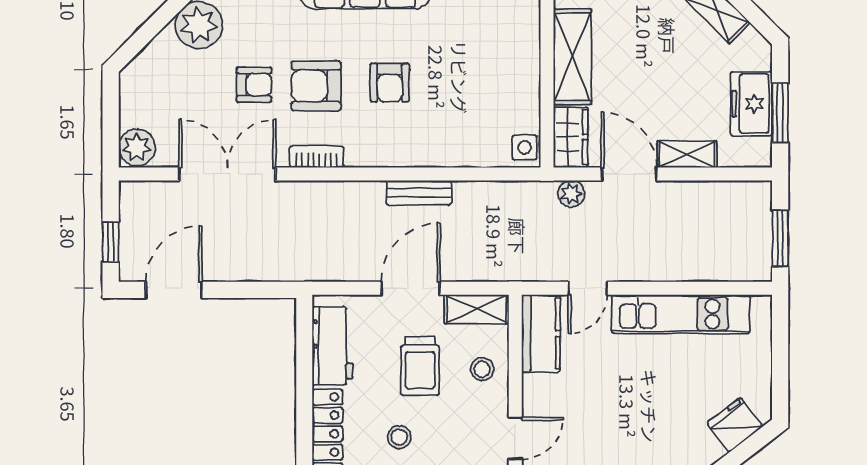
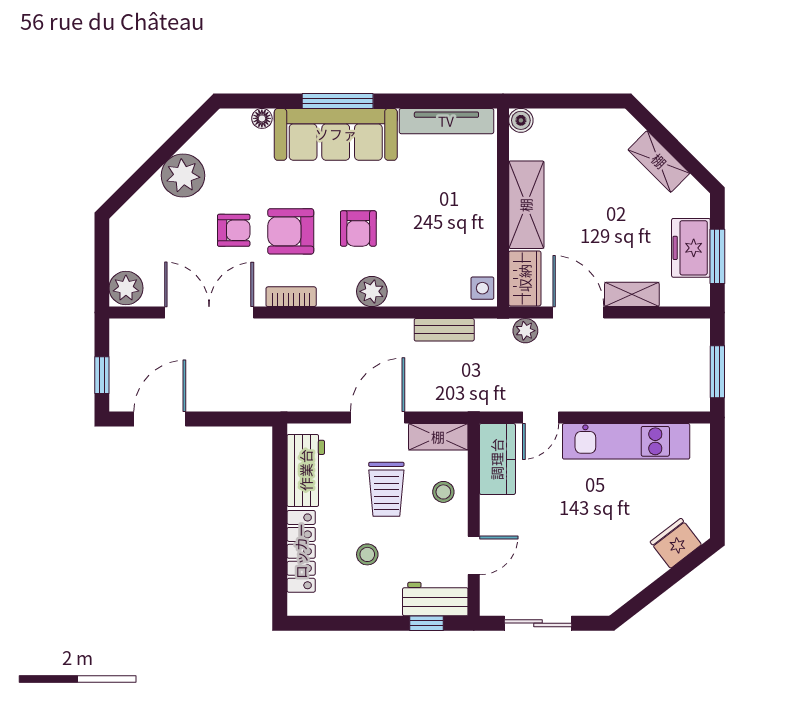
plant: (404, 151) -> (372, 291), added
bench: (419, 193) -> (444, 330), moved

